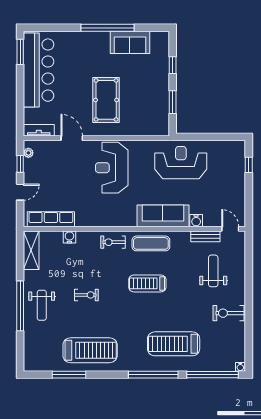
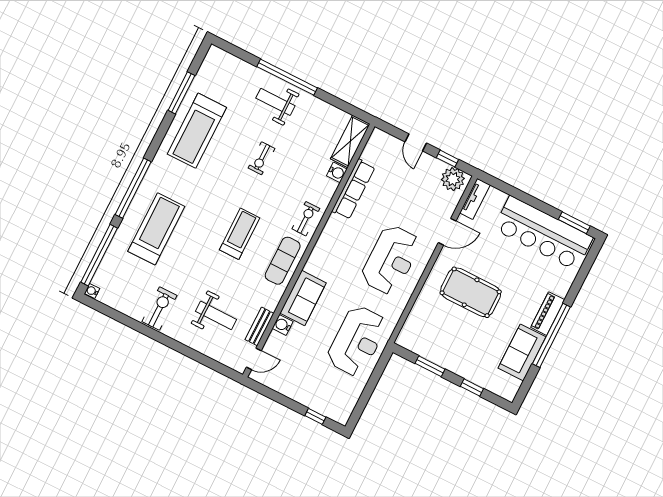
piano: (93, 38) -> (548, 314), added
plant: (28, 153) -> (453, 179), width x1.87, depth x1.87
reception desk: (112, 168) -> (391, 260), turned 90
sofa: (163, 216) -> (303, 298), width x0.73
row of seats: (51, 219) -> (353, 189), moved
shelving: (31, 250) -> (350, 141), moved, turned 90

